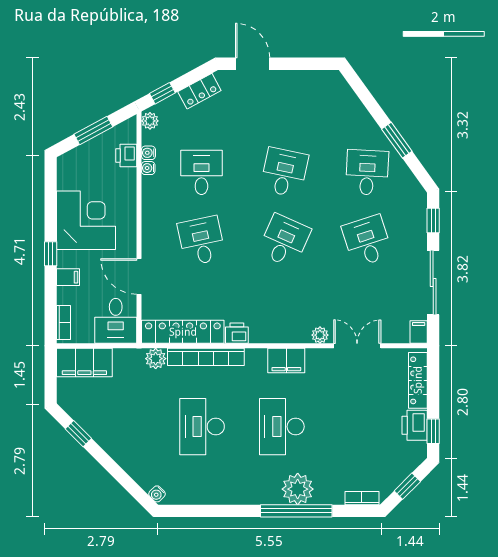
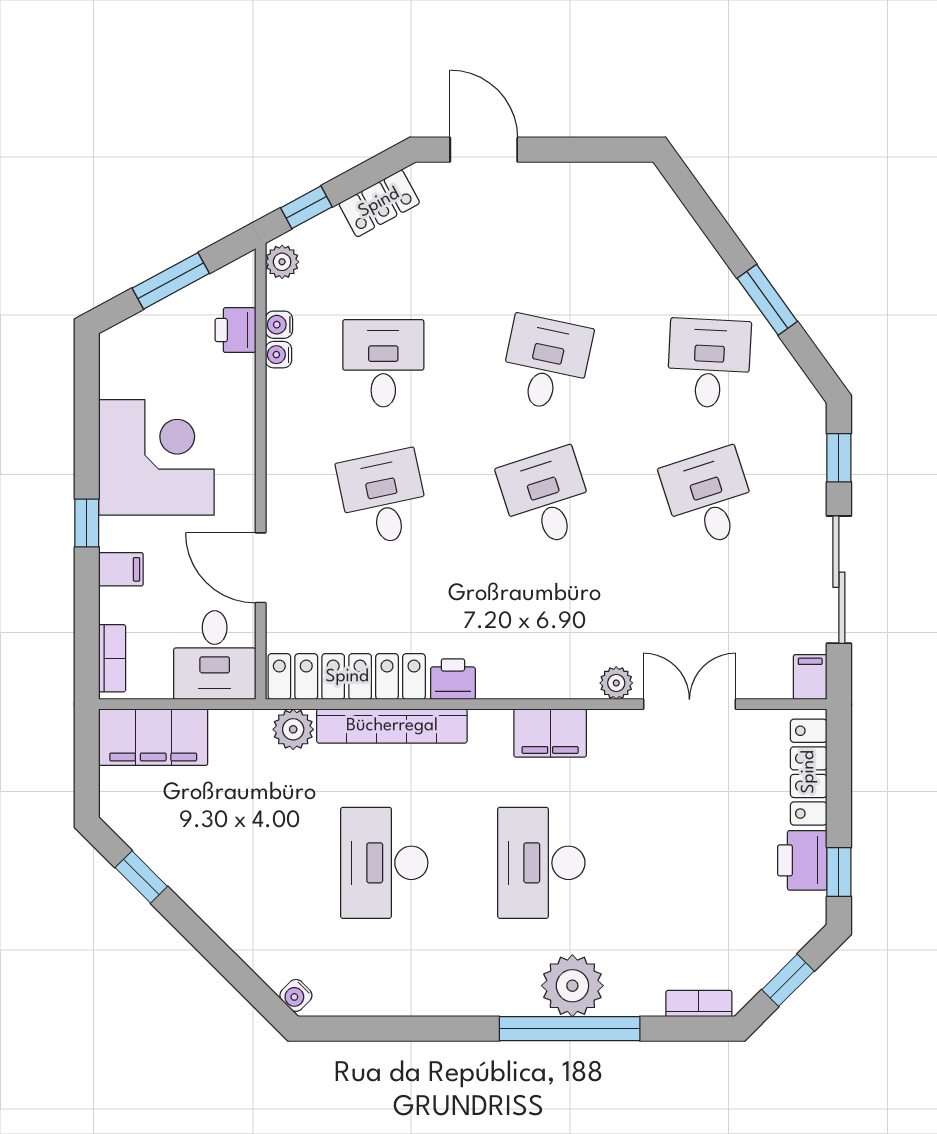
desk: (284, 241) -> (546, 498), turned -42

